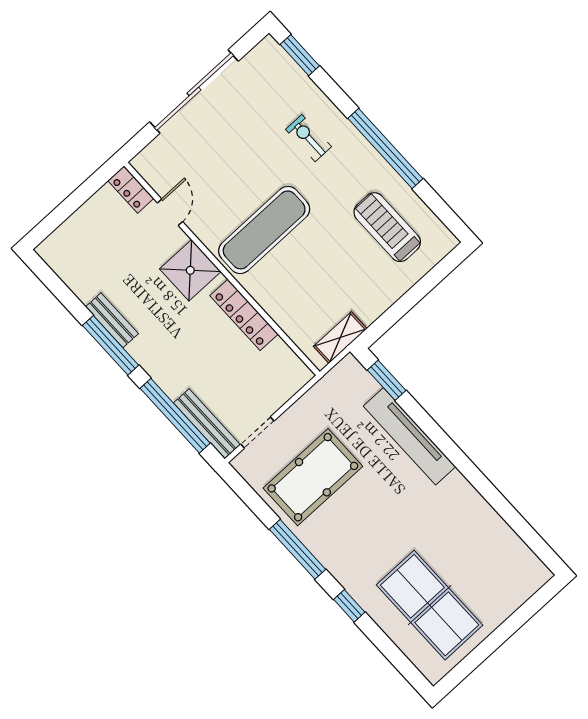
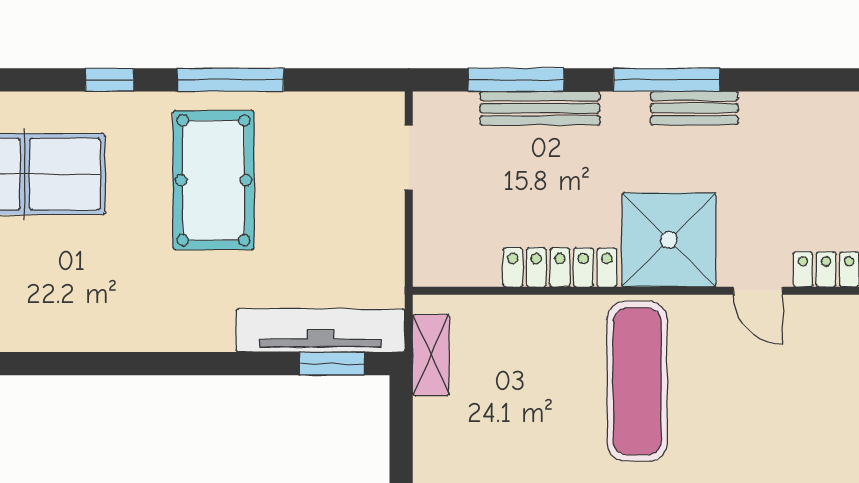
shower: (190, 270) -> (669, 240), width x1.37, depth x1.37
window: (175, 416) -> (516, 80), width x0.68
bench: (207, 424) -> (540, 108), moved
tv unit: (409, 436) -> (320, 330), moved
pool table: (313, 477) -> (214, 180), moved

